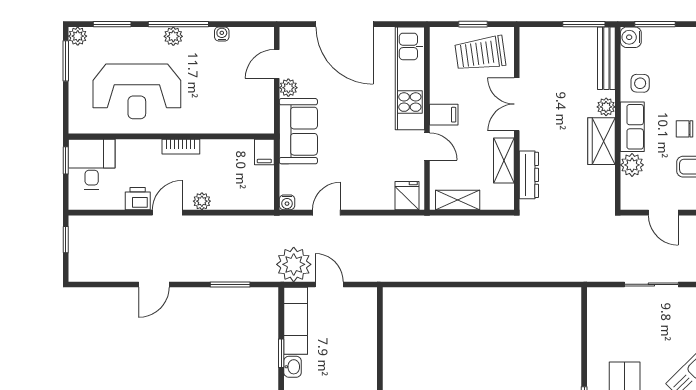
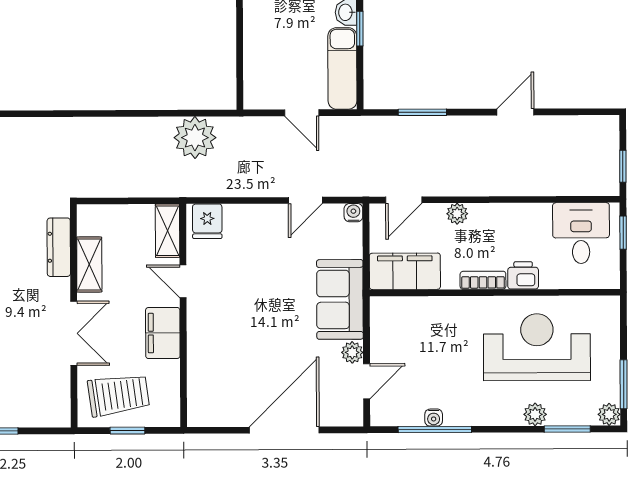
window: (178, 24) -> (435, 429), moved
door: (344, 24) -> (284, 430), hinge flipped
plant: (173, 36) -> (535, 414), moved
kitchen unit: (410, 78) -> (204, 364), removed
filing cabinet: (444, 115) -> (163, 333), width x2.00
filing cabinet: (264, 152) -> (405, 271), width x3.00, depth x1.17
window: (66, 160) -> (623, 233), moved
desk: (92, 164) -> (581, 233), moved, turned 180
printer: (138, 199) -> (523, 275), moved, turned 180
shelving: (458, 200) -> (168, 231), moved, turned 90
door: (167, 213) -> (404, 200), moved
plant: (294, 264) -> (195, 138), moved

